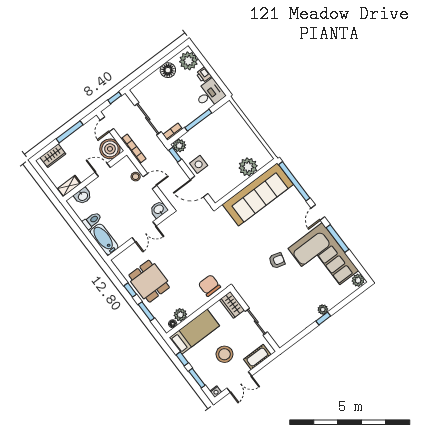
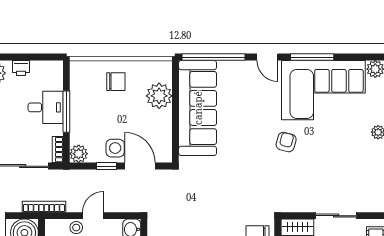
desk: (209, 94) -> (46, 107), moved, turned 90
chair: (237, 136) -> (116, 82), added
window: (175, 155) -> (106, 166), moved
door: (199, 187) -> (140, 166), swing flipped

